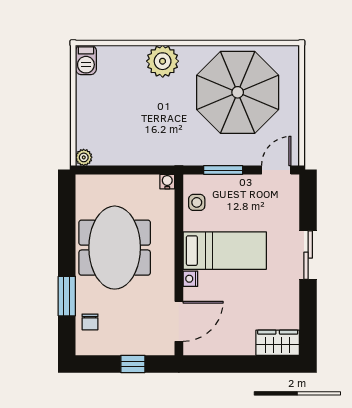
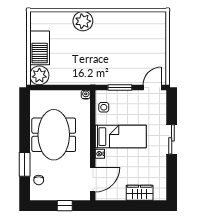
barbecue: (86, 60) -> (40, 48), moved, width x1.88, depth x1.53
parasol: (238, 92) -> (129, 40), removed
plant: (84, 157) -> (39, 75), width x1.88, depth x1.88
wardrobe: (278, 343) -> (140, 193), moved

